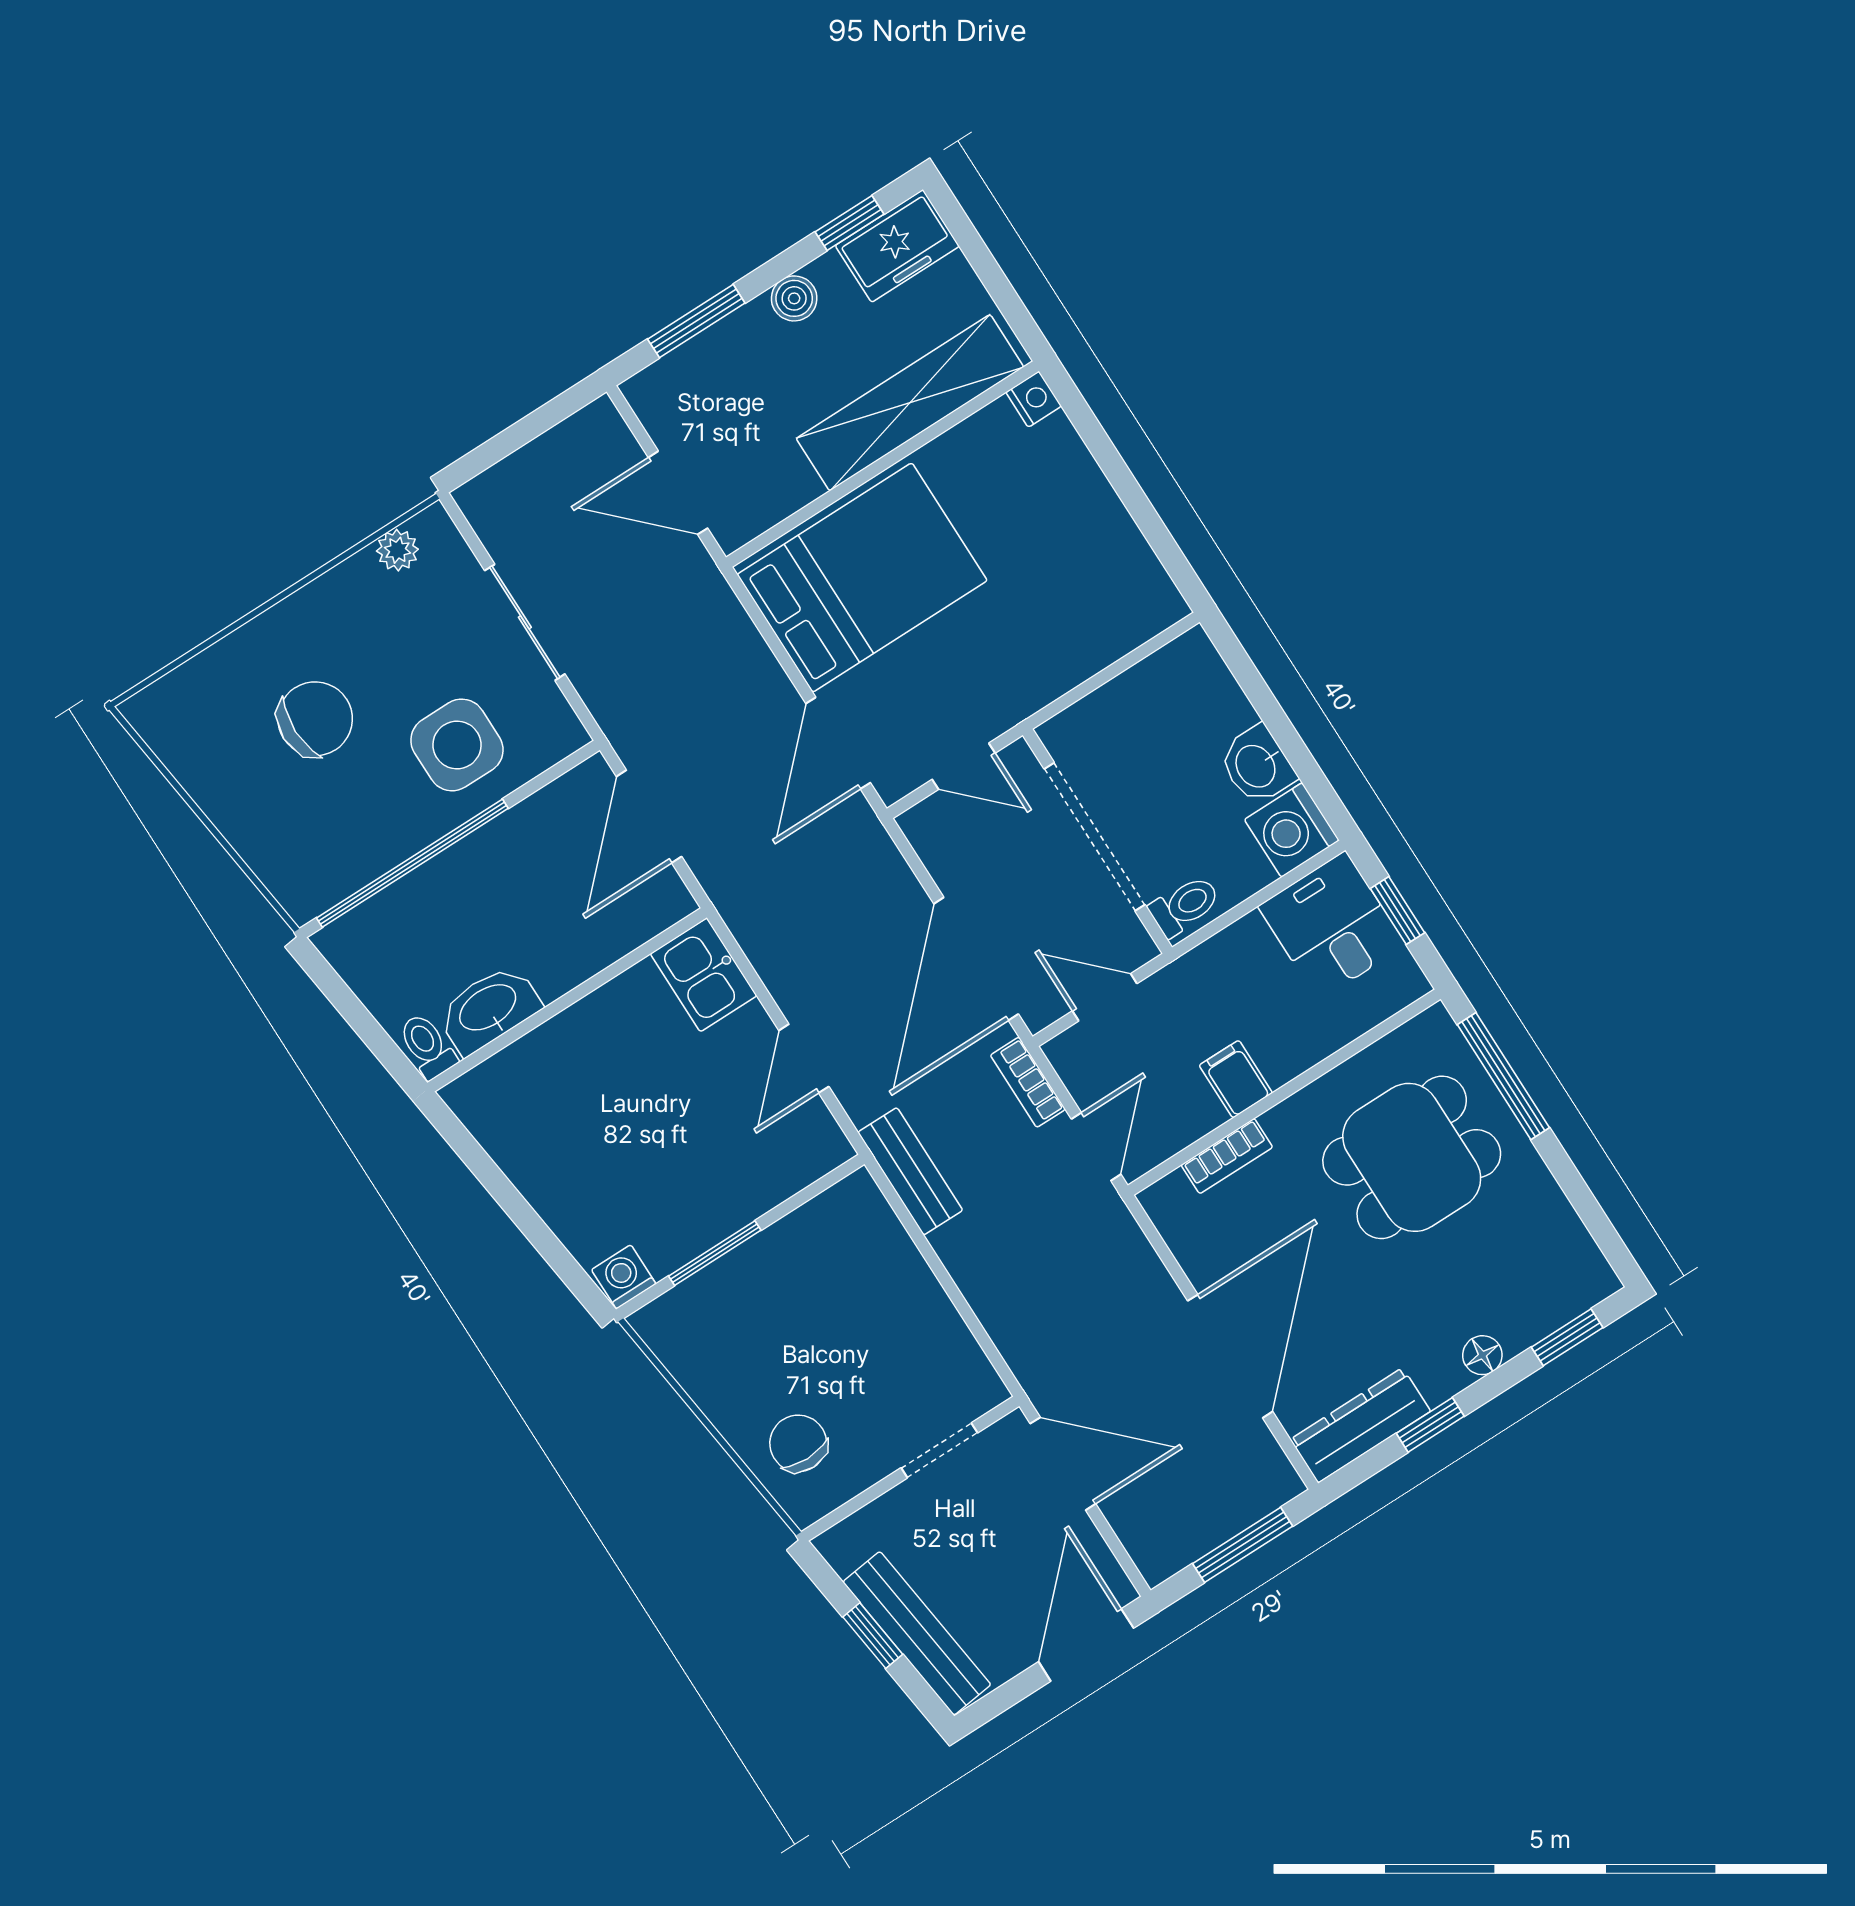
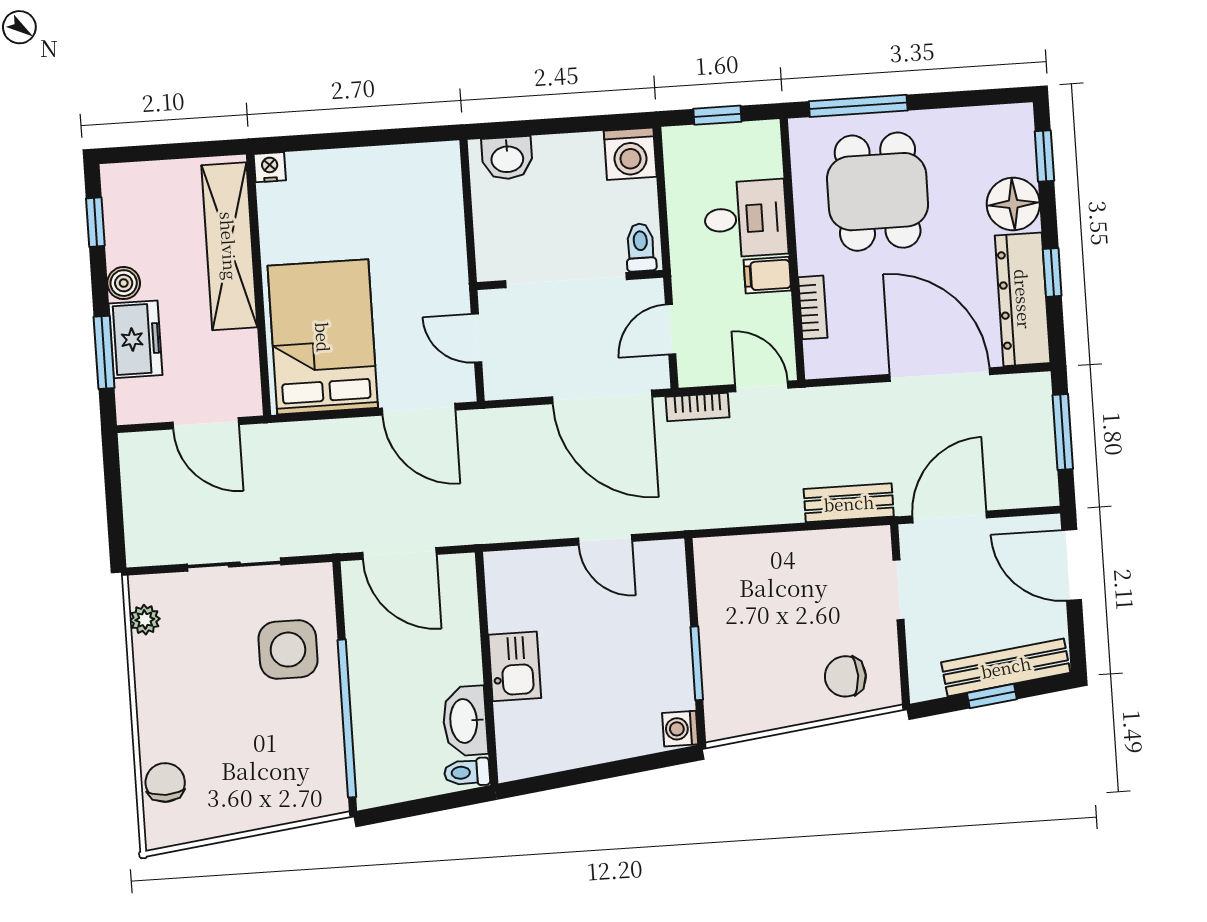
freezer: (897, 246) -> (136, 339), moved
door: (678, 493) -> (206, 423), hinge flipped
chair: (315, 719) -> (165, 782), moved, width x0.73, depth x0.73
washbasin: (1257, 765) -> (507, 158), moved
door: (964, 766) -> (477, 338), swing flipped
desk: (1332, 926) -> (746, 219), moved, turned 180
kitchen sink: (704, 975) -> (515, 666), moved, turned -90
bench: (910, 1171) -> (849, 503), moved
floor lamp: (1482, 1355) -> (1013, 204), width x1.89, depth x1.89
dresser: (1360, 1425) -> (1023, 299), width x1.37, depth x1.24

